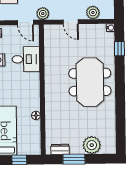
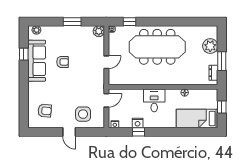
plant: (93, 13) -> (99, 31), moved
plant: (43, 14) -> (99, 86), removed
desk: (26, 59) -> (154, 100), moved
meeting table: (90, 82) -> (157, 47), width x1.36

